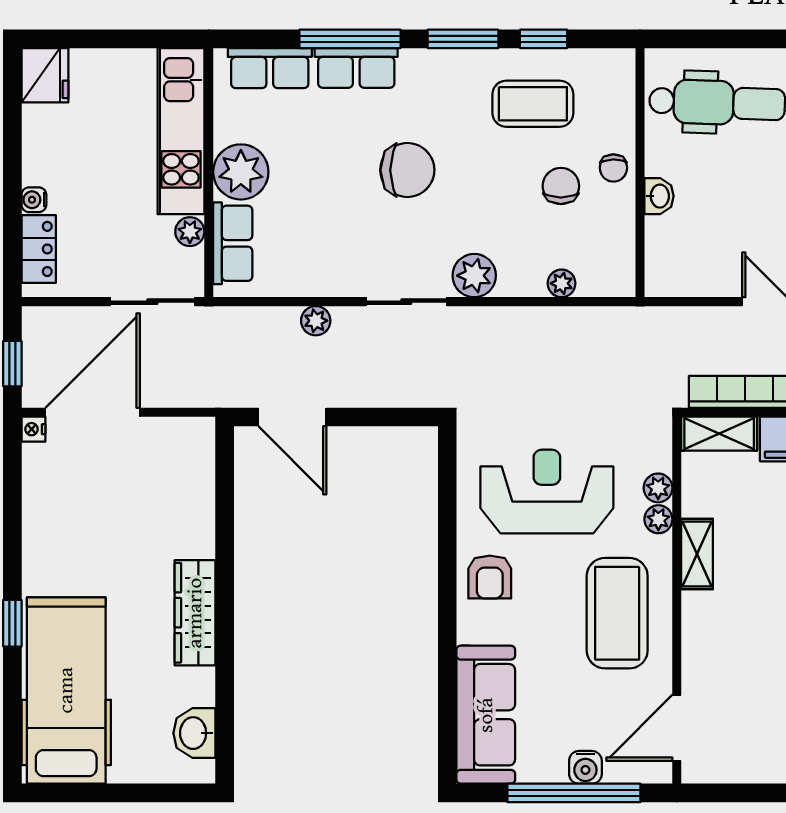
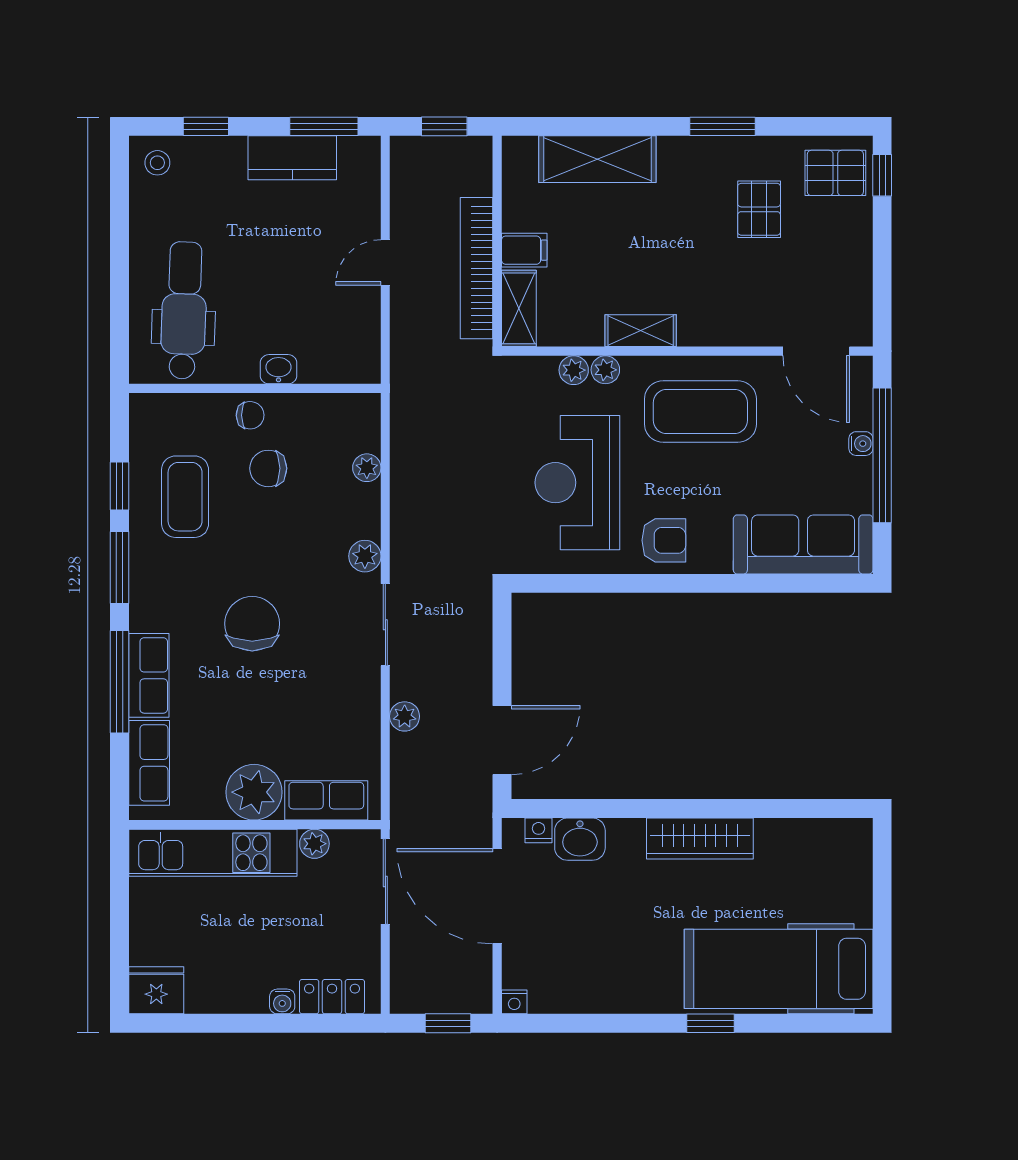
plant: (474, 276) -> (365, 556), width x0.73, depth x0.73
door: (93, 412) -> (497, 896), moved
nightstand: (203, 453) -> (539, 830), added
washbasin: (194, 733) -> (580, 839), moved
water cooler: (585, 767) -> (861, 444), width x0.72, depth x0.72

